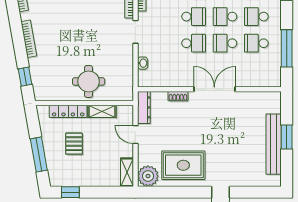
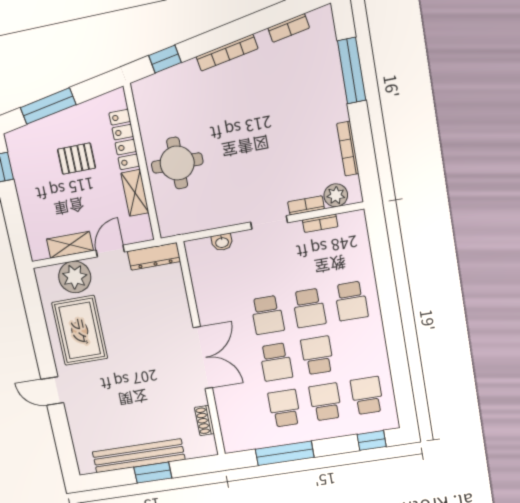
school desk: (225, 43) -> (276, 362), turned 180
shoe rack: (178, 96) -> (204, 420), moved
shelving: (127, 172) -> (70, 245), moved
plant: (148, 176) -> (75, 277), moved

